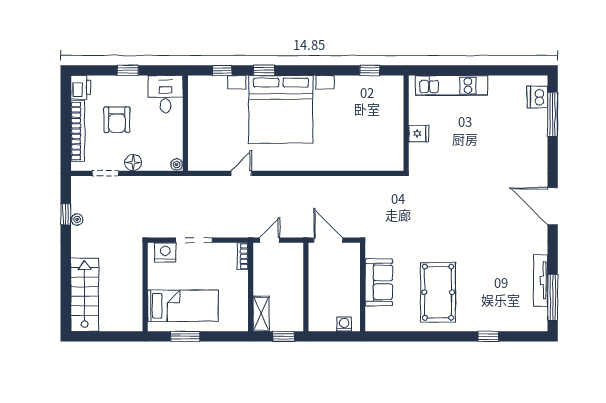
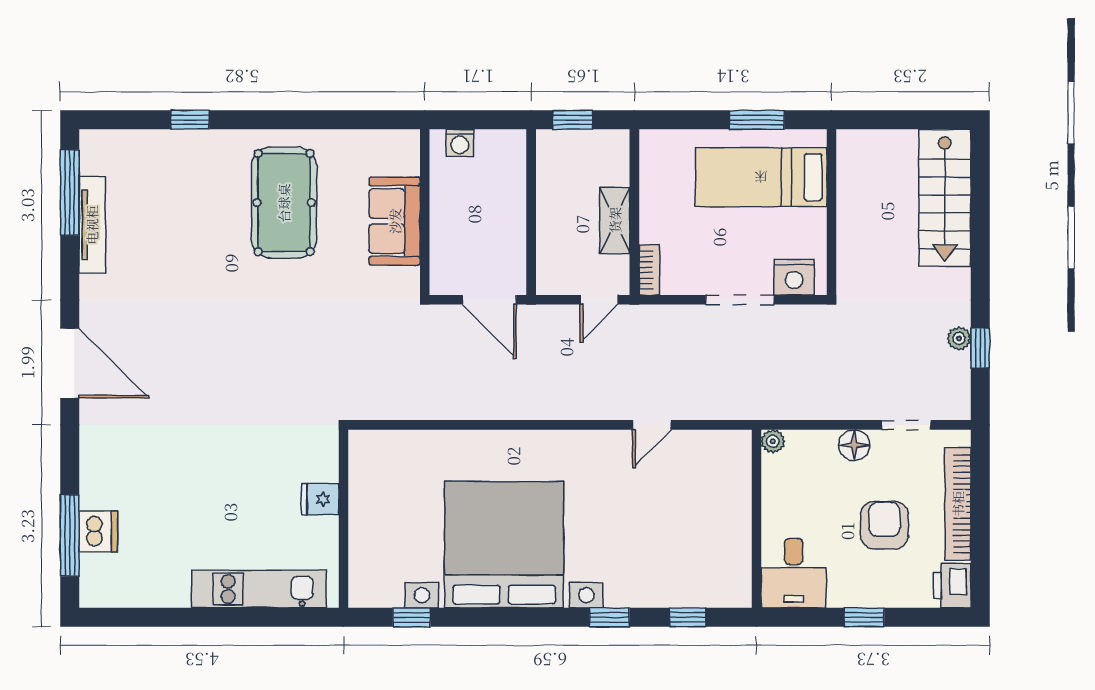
dishwasher: (537, 97) -> (98, 532), moved
bed with nightstands: (281, 109) -> (504, 545), moved
shelving: (261, 314) -> (615, 220), moved

